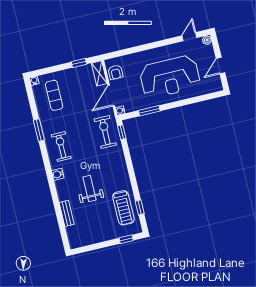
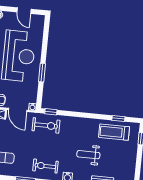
window: (149, 111) -> (42, 73), moved
exercise bike: (105, 132) -> (46, 125), turned 180
treadmill: (123, 208) -> (114, 132), turned 180

